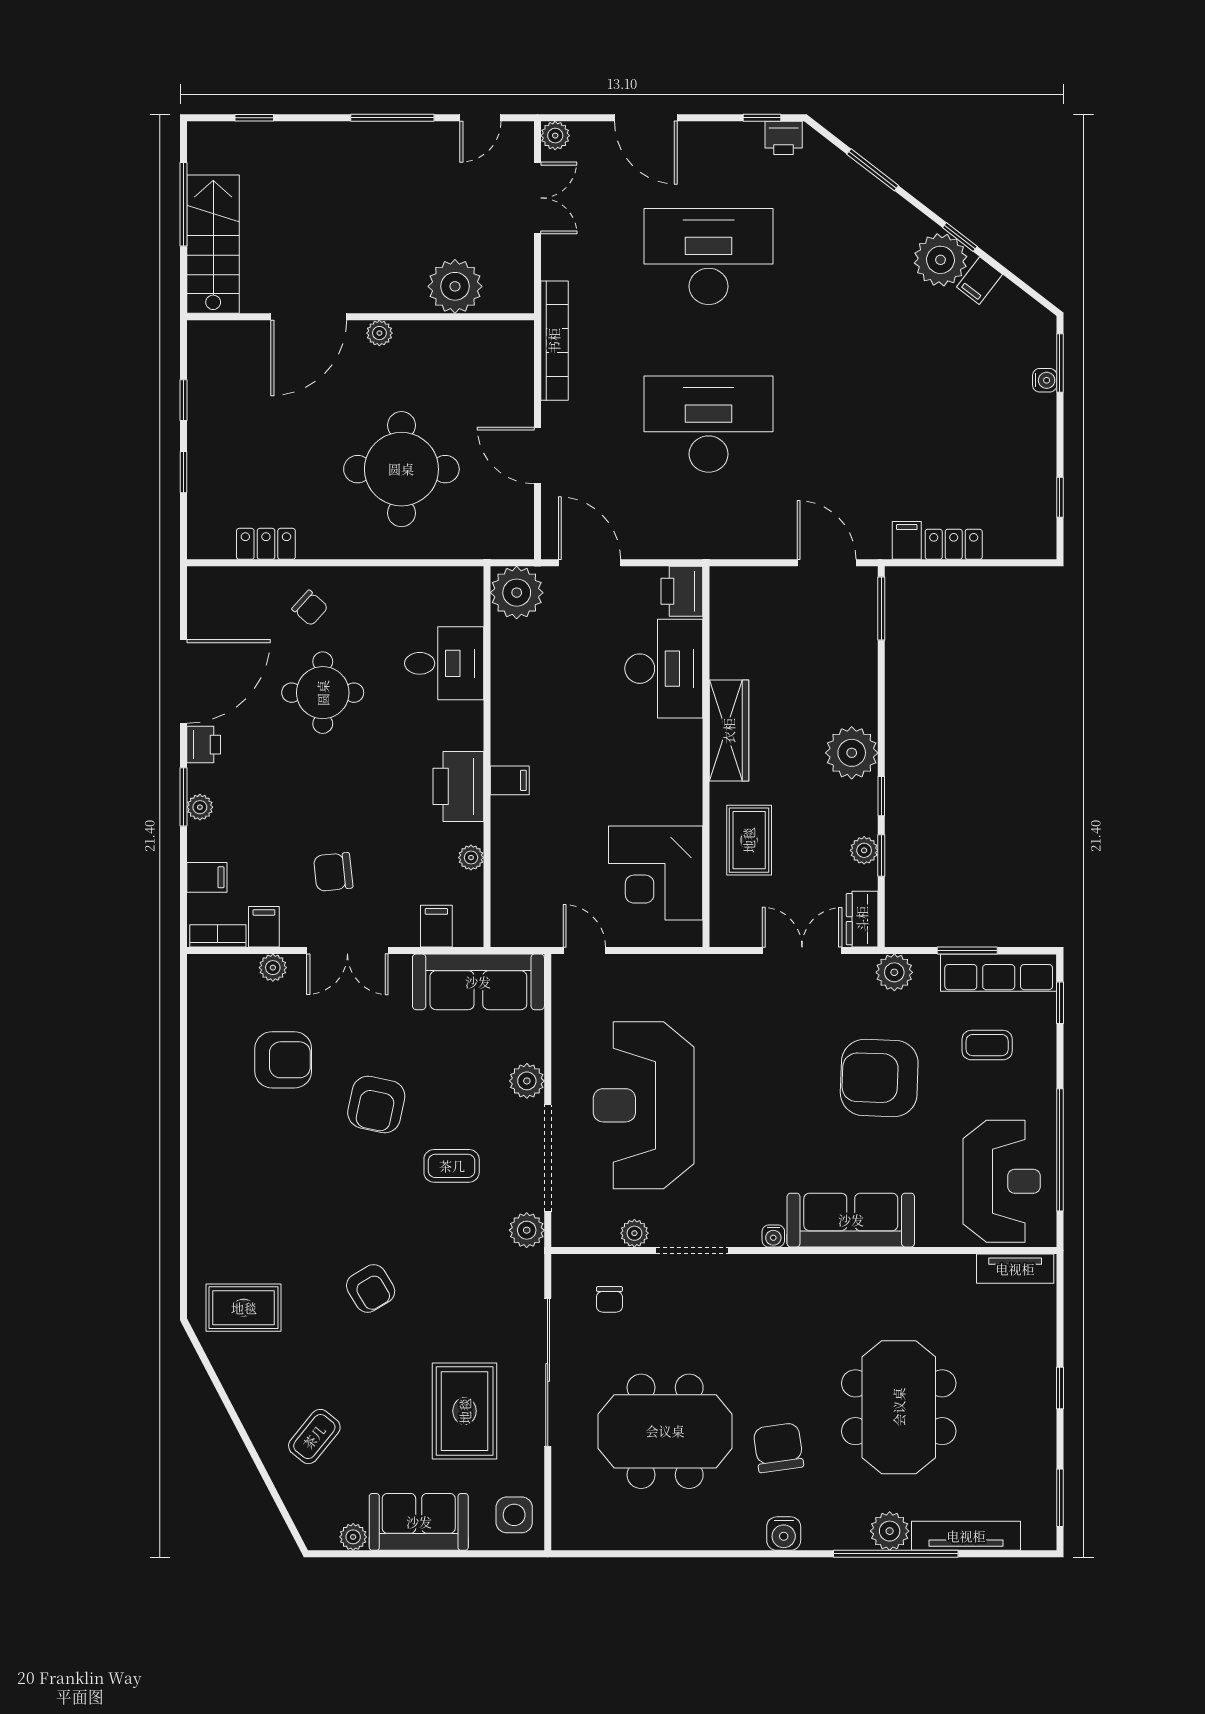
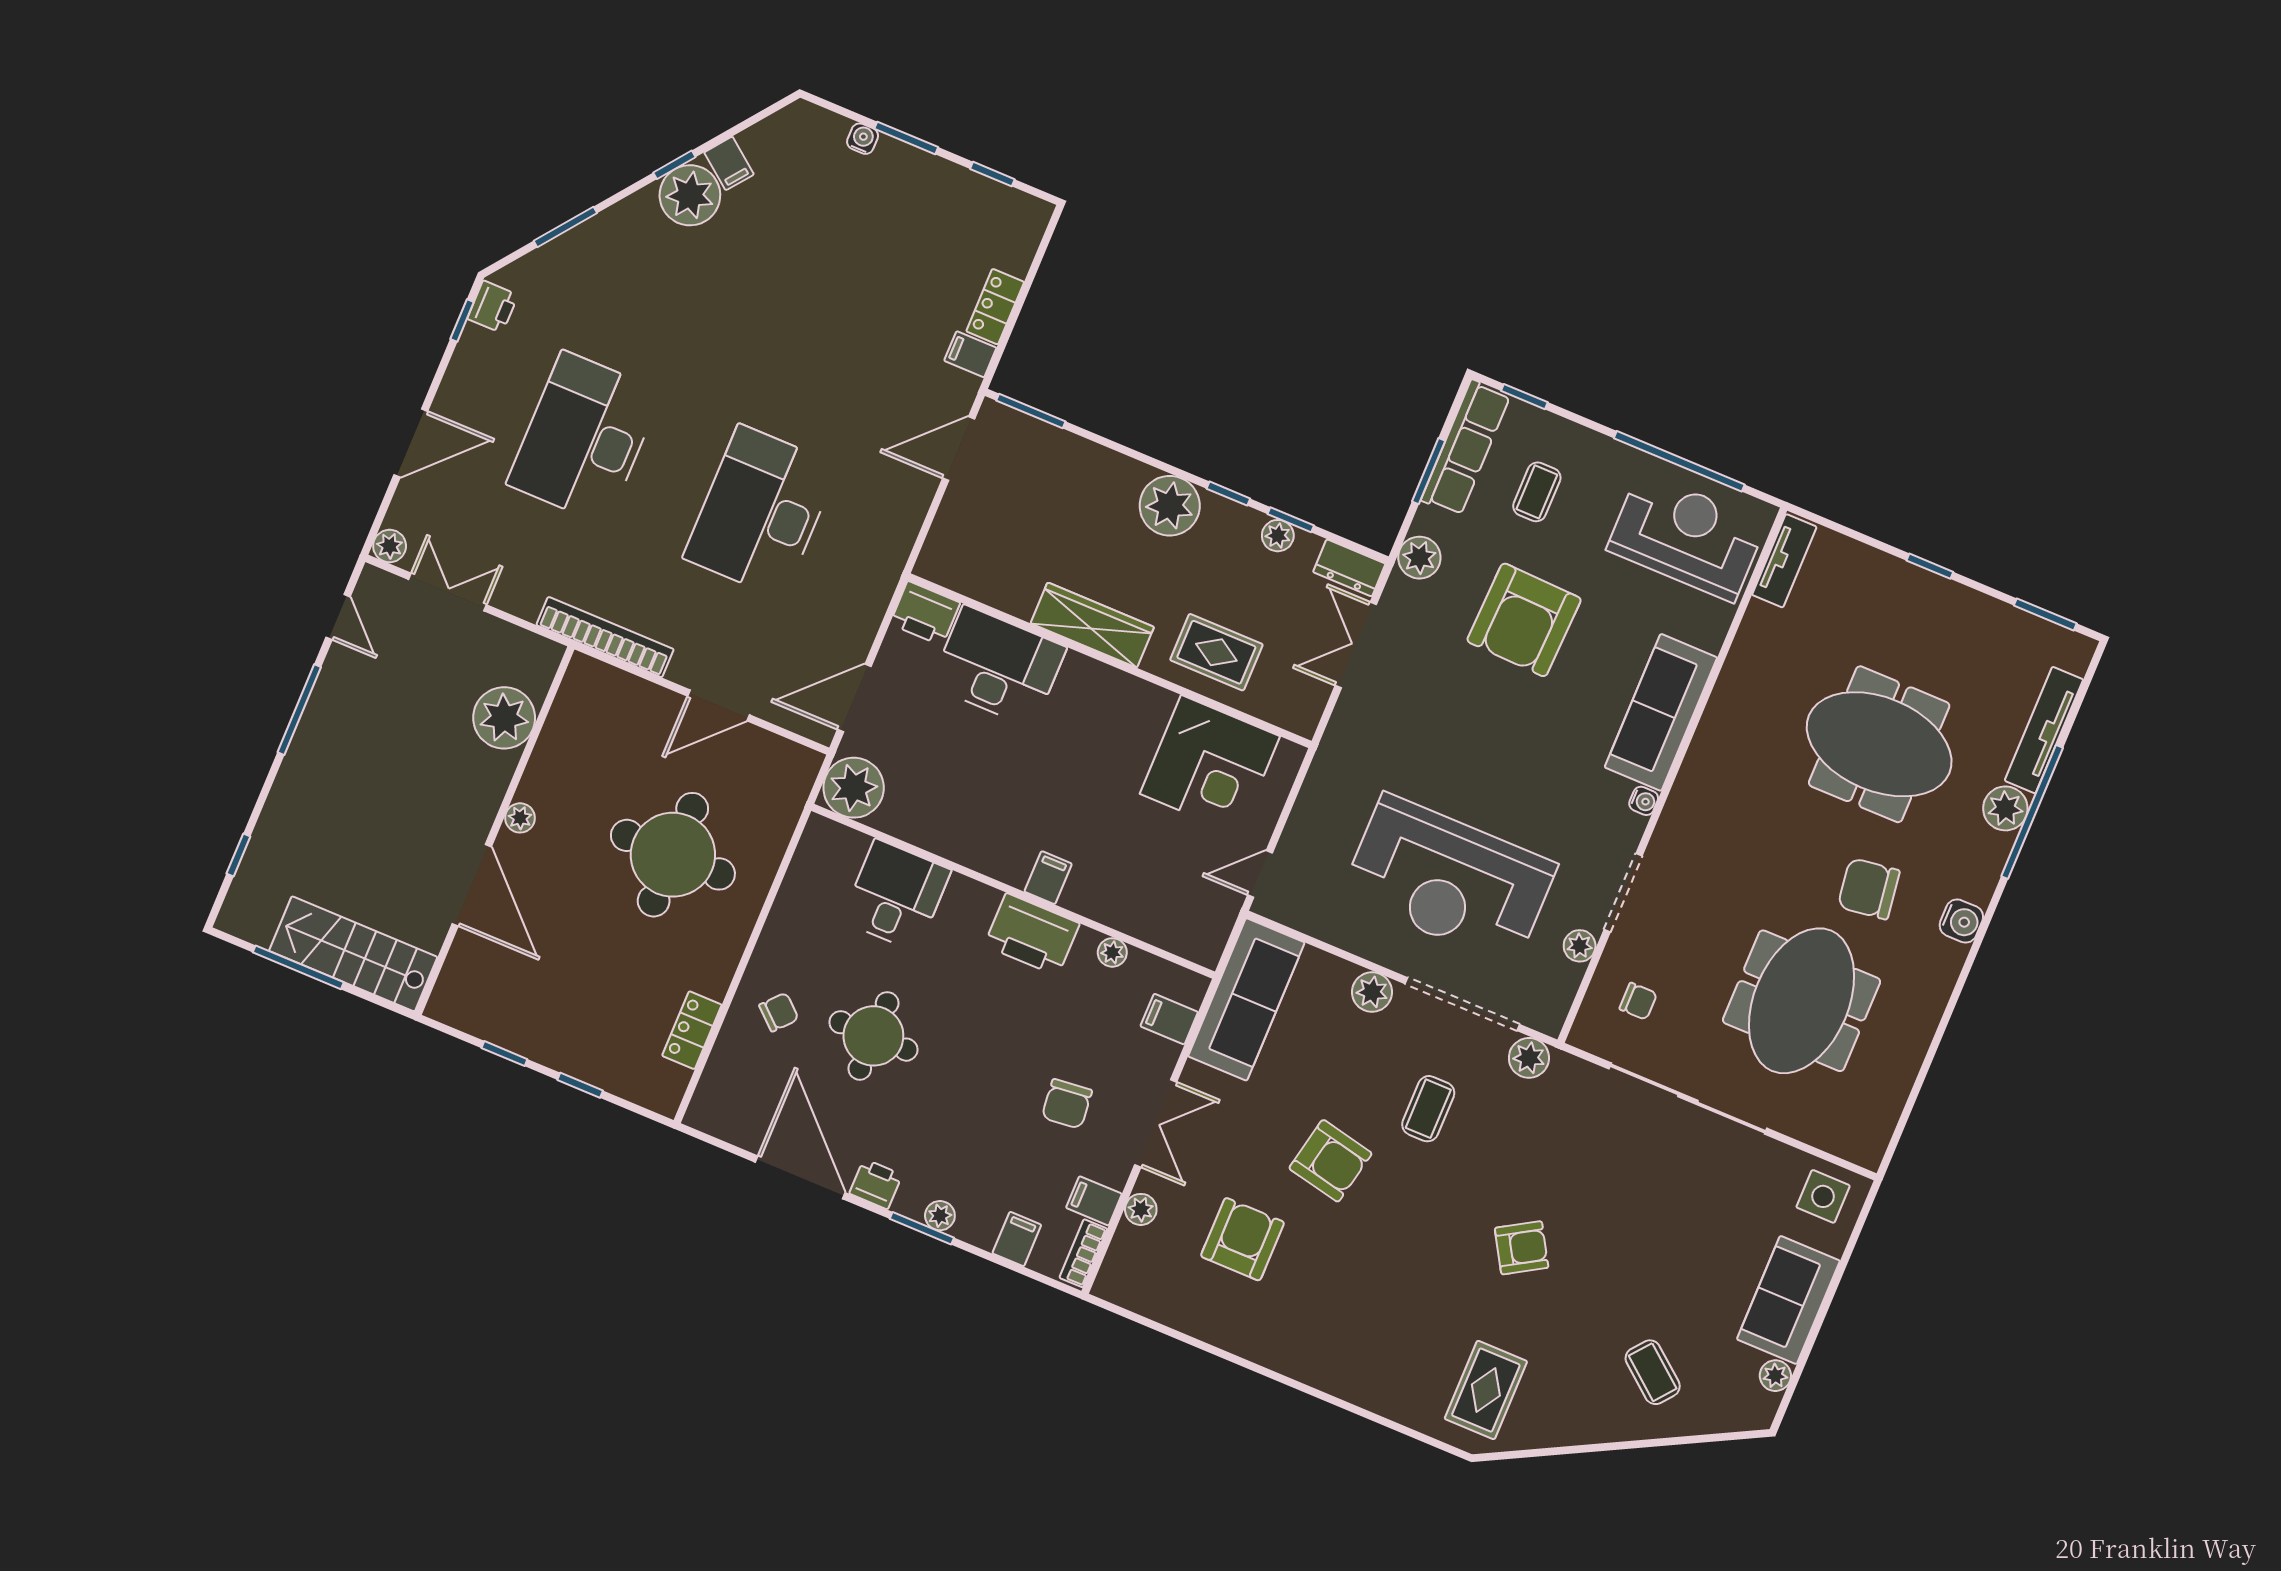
window: (1060, 363) -> (906, 138), moved
rug: (465, 1411) -> (1692, 1203), removed

